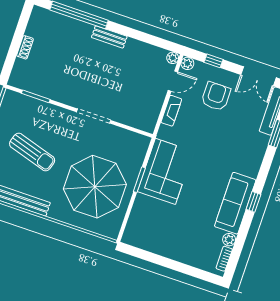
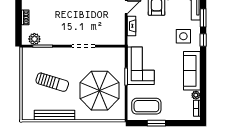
plant: (28, 82) -> (34, 39), added
side table: (240, 150) -> (183, 36), added
window: (253, 202) -> (203, 40), moved
coffee table: (154, 231) -> (146, 106), added
window: (160, 260) -> (156, 123), added

